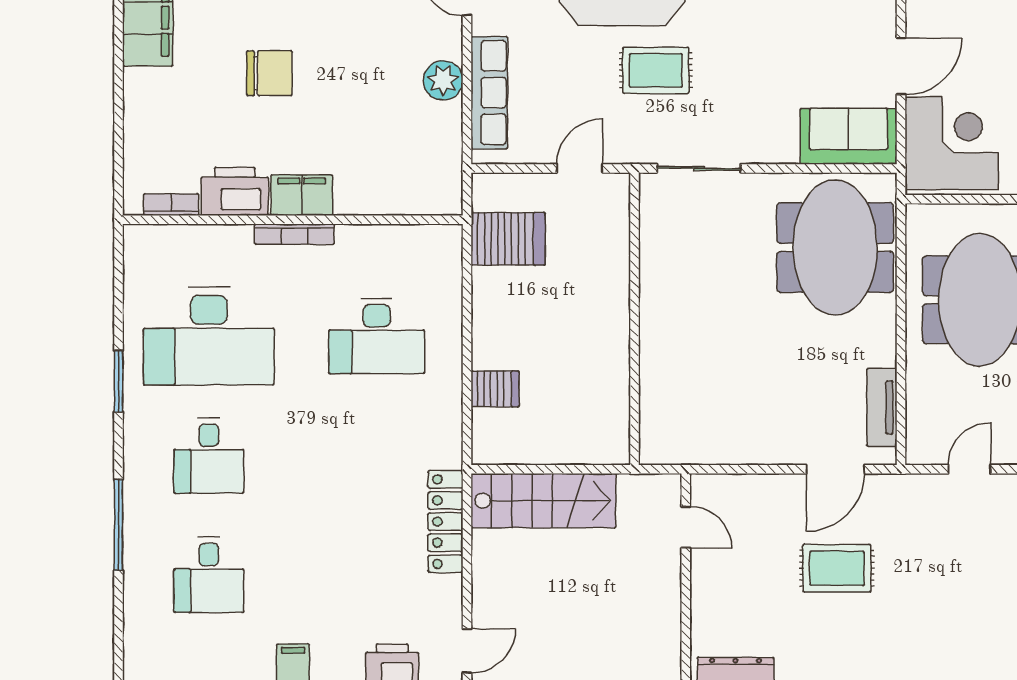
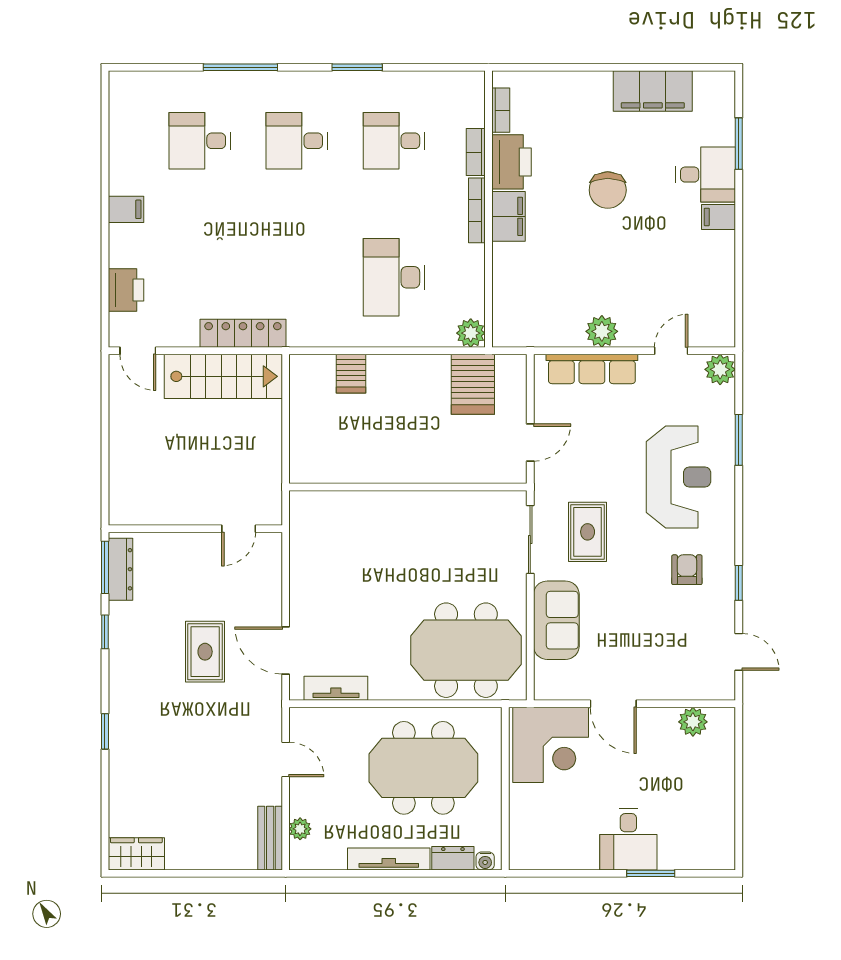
rug: (656, 70) -> (588, 532), moved
sofa: (849, 136) -> (556, 620), moved
door: (580, 168) -> (530, 442), hinge flipped
bookcase: (223, 235) -> (476, 152), added
plant: (445, 242) -> (471, 333), added
desk: (209, 336) -> (394, 141), width x0.53, depth x0.77
stairs: (544, 501) -> (223, 376), moved, turned -90

